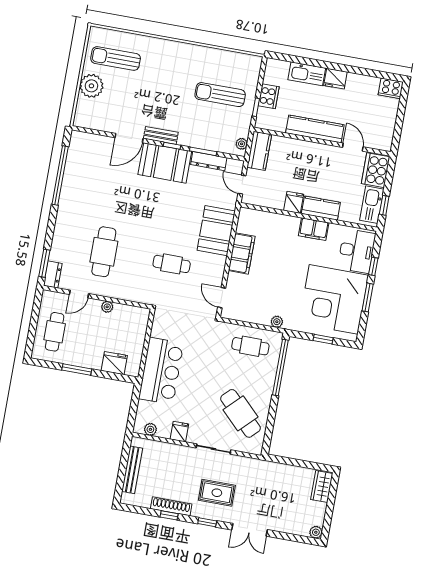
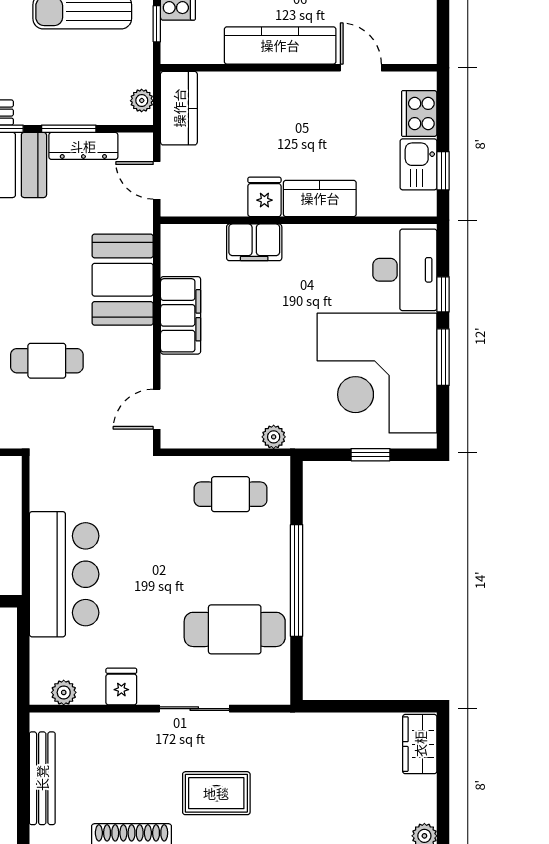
cooker: (376, 170) -> (419, 114), width x0.73, depth x0.76
kitchen sink: (372, 205) -> (418, 164), width x0.73
filing cabinet: (314, 229) -> (254, 242), moved
door: (222, 298) -> (157, 409), hinge flipped
window: (280, 368) -> (297, 580), moved
cafe table: (240, 413) -> (235, 629), turned -45

